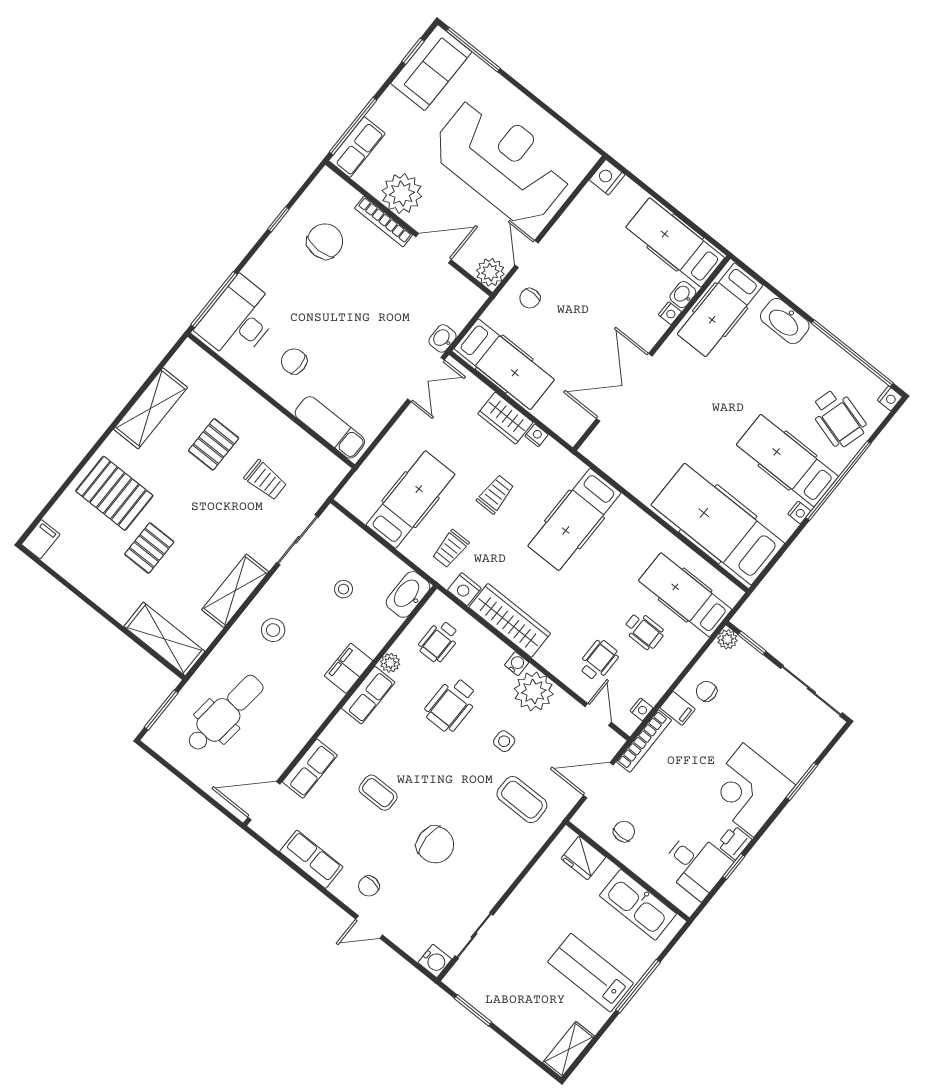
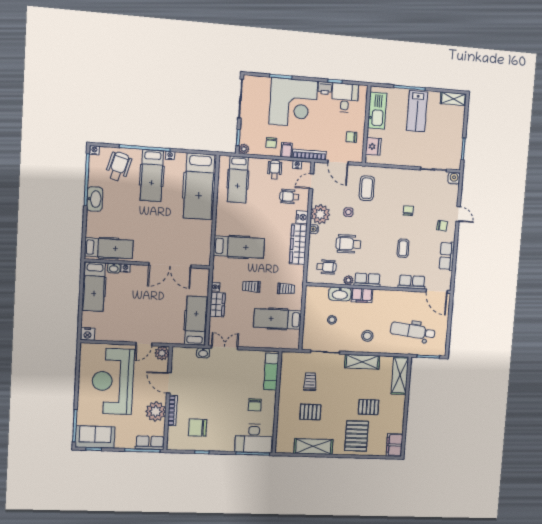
chair: (530, 298) -> (161, 330), removed
washbasin: (785, 321) -> (95, 199), moved
filing cabinet: (41, 539) -> (394, 445), width x2.00
nightstand: (464, 589) -> (302, 217), moved
washbasin: (408, 594) -> (340, 294), moved
wheelchair: (644, 631) -> (275, 170), moved
wheelchair: (451, 705) -> (348, 244), turned 180
corner desk: (748, 790) -> (293, 103), width x1.36, depth x1.36
chair: (435, 845) -> (408, 211), width x0.54, depth x0.54

